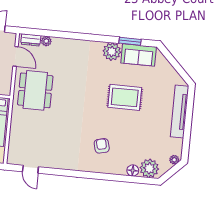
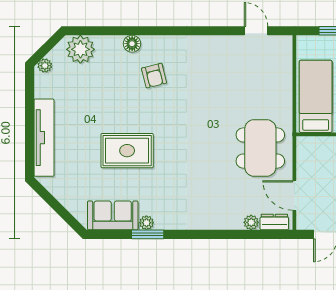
window: (130, 41) -> (148, 234), moved
plant: (112, 52) -> (146, 223), width x0.53, depth x0.53
floor lamp: (133, 170) -> (132, 44), moved

